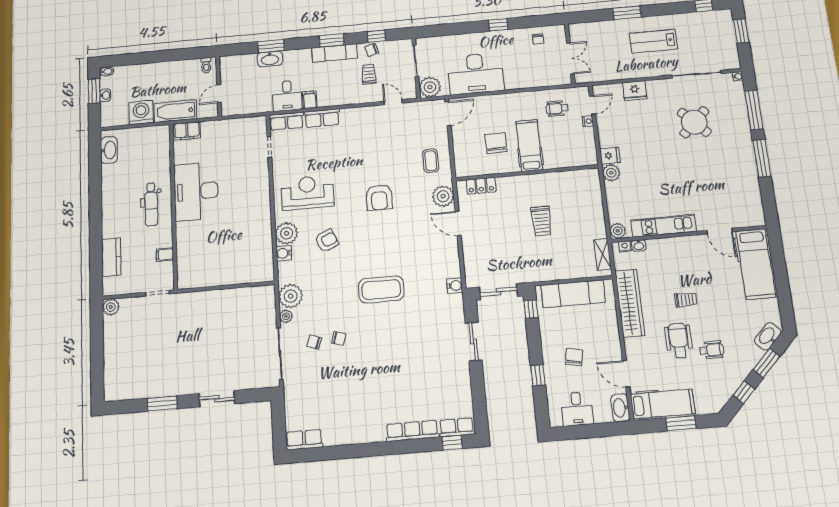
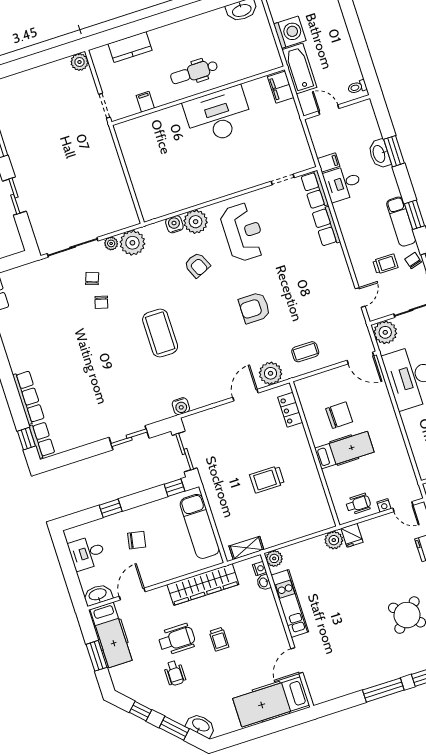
filing cabinet: (310, 100) -> (328, 162), moved
wheelchair: (557, 108) -> (358, 504), moved, turned 90

